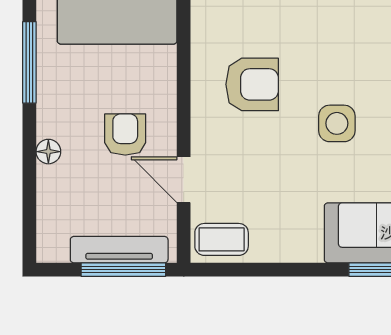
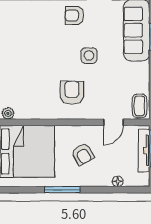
armchair: (125, 134) -> (83, 154), moved, turned -119
floor lamp: (48, 152) -> (118, 181), moved

